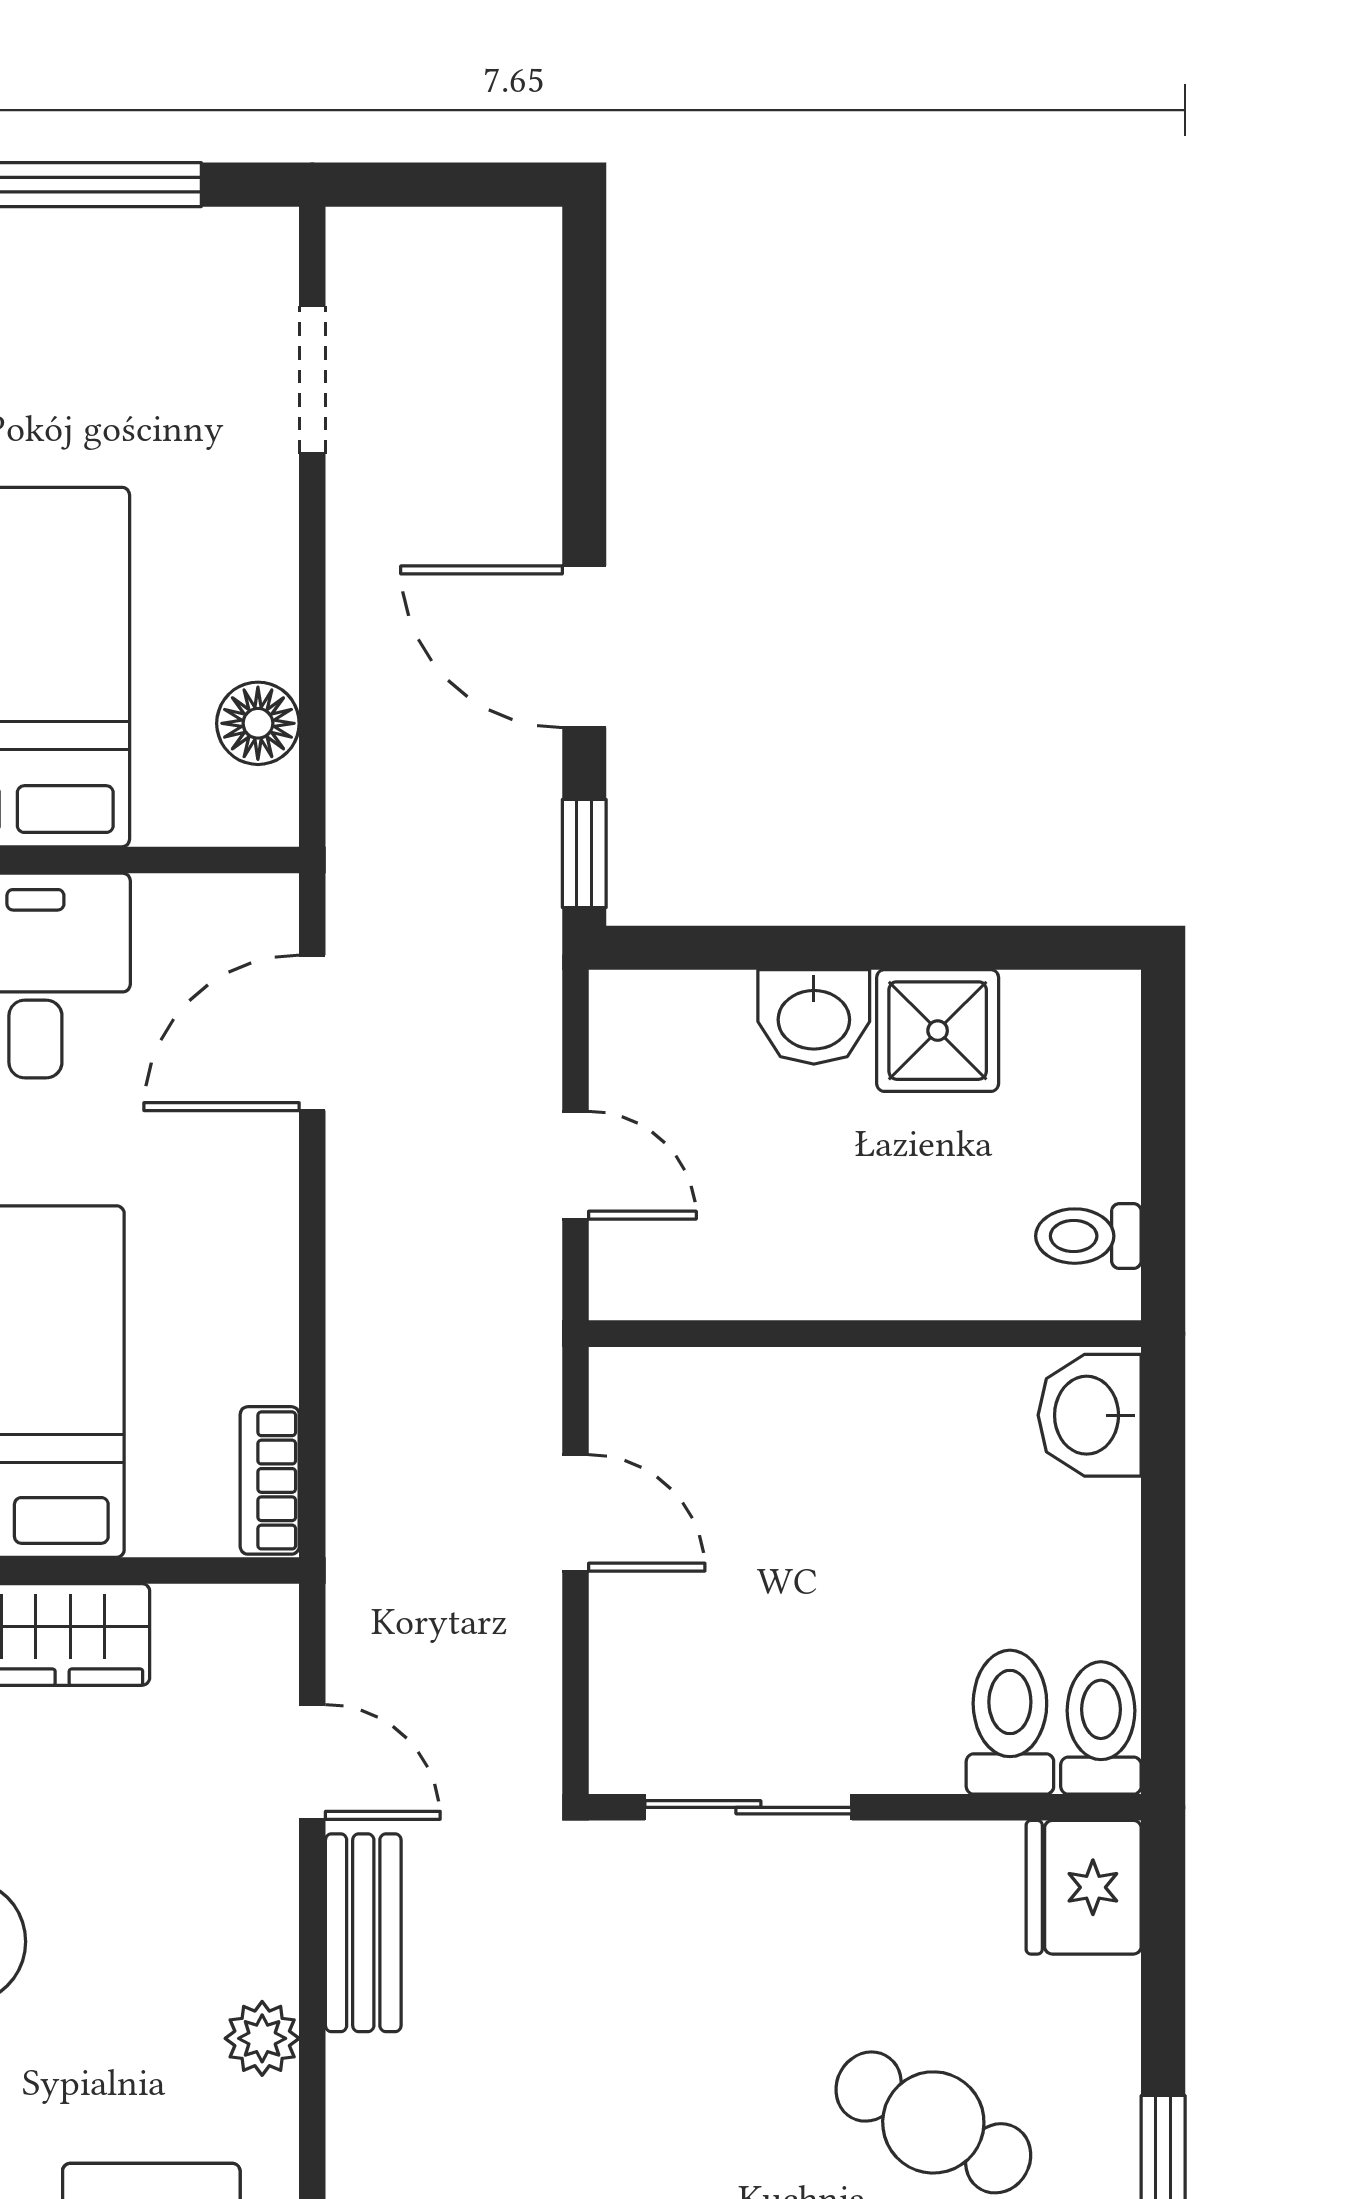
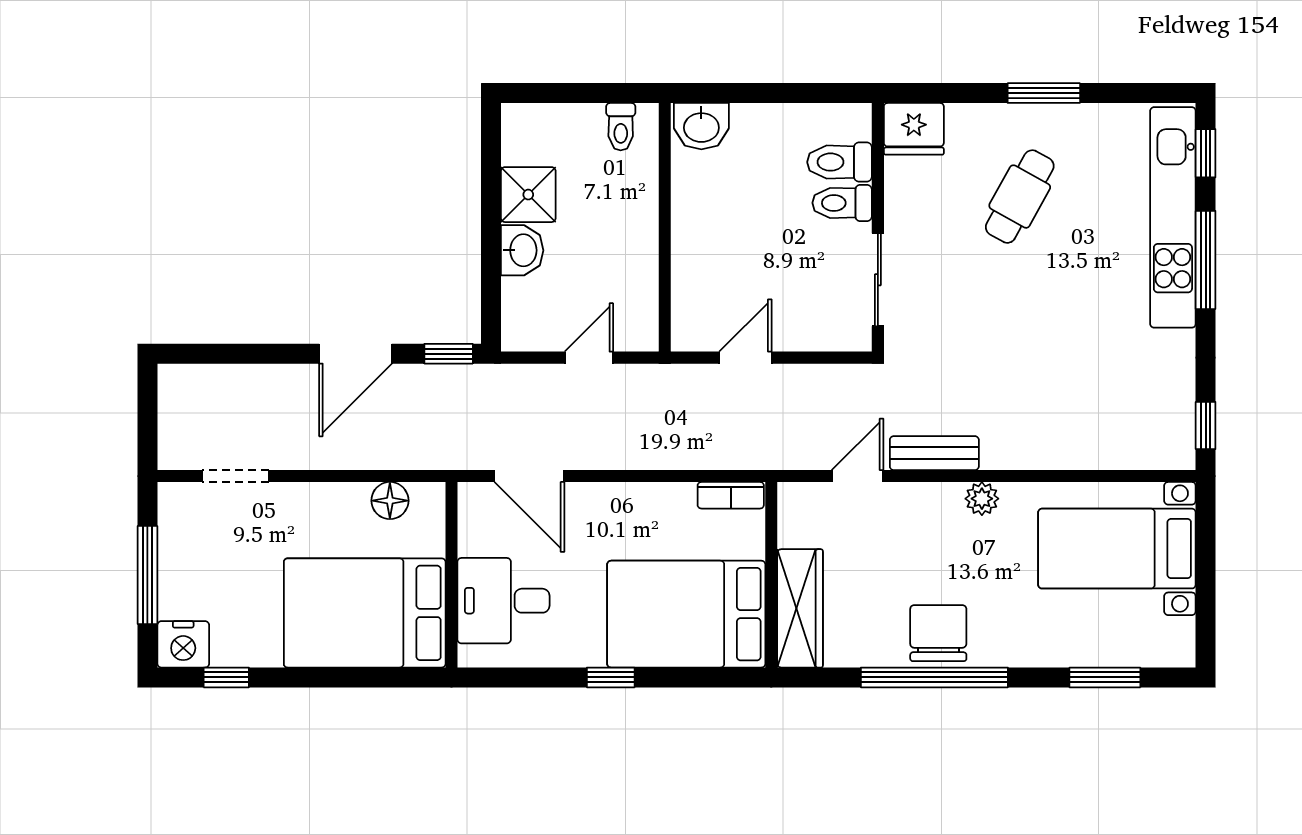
toilet: (1101, 1728) -> (842, 203), moved

